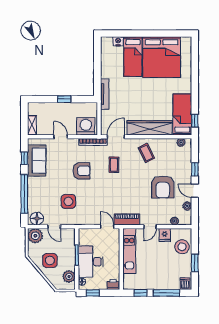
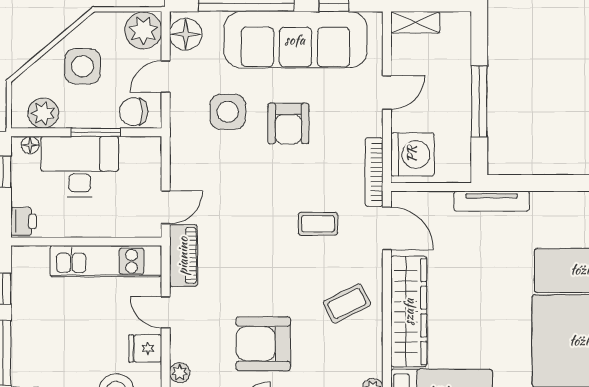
window: (64, 99) -> (479, 101), width x2.17
sofa: (37, 161) -> (295, 40), width x1.85, depth x1.27
armchair: (82, 171) -> (288, 123), moved
chair: (68, 240) -> (134, 112), added

